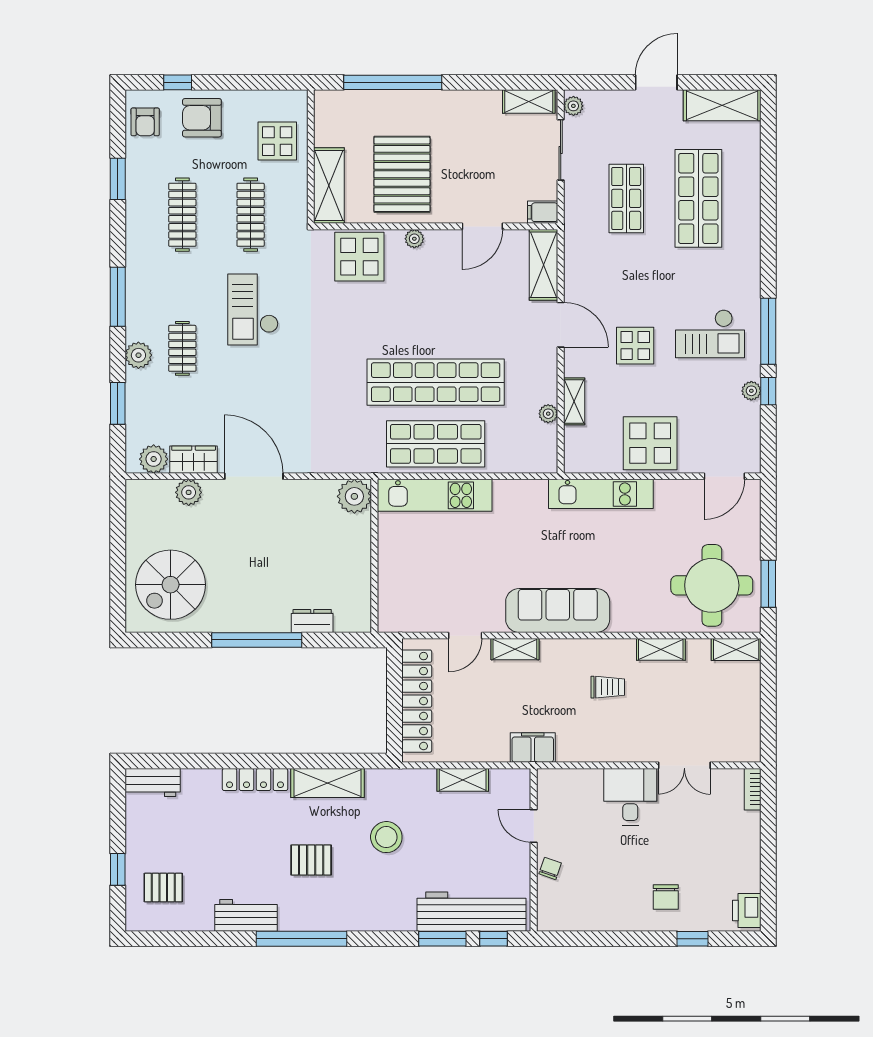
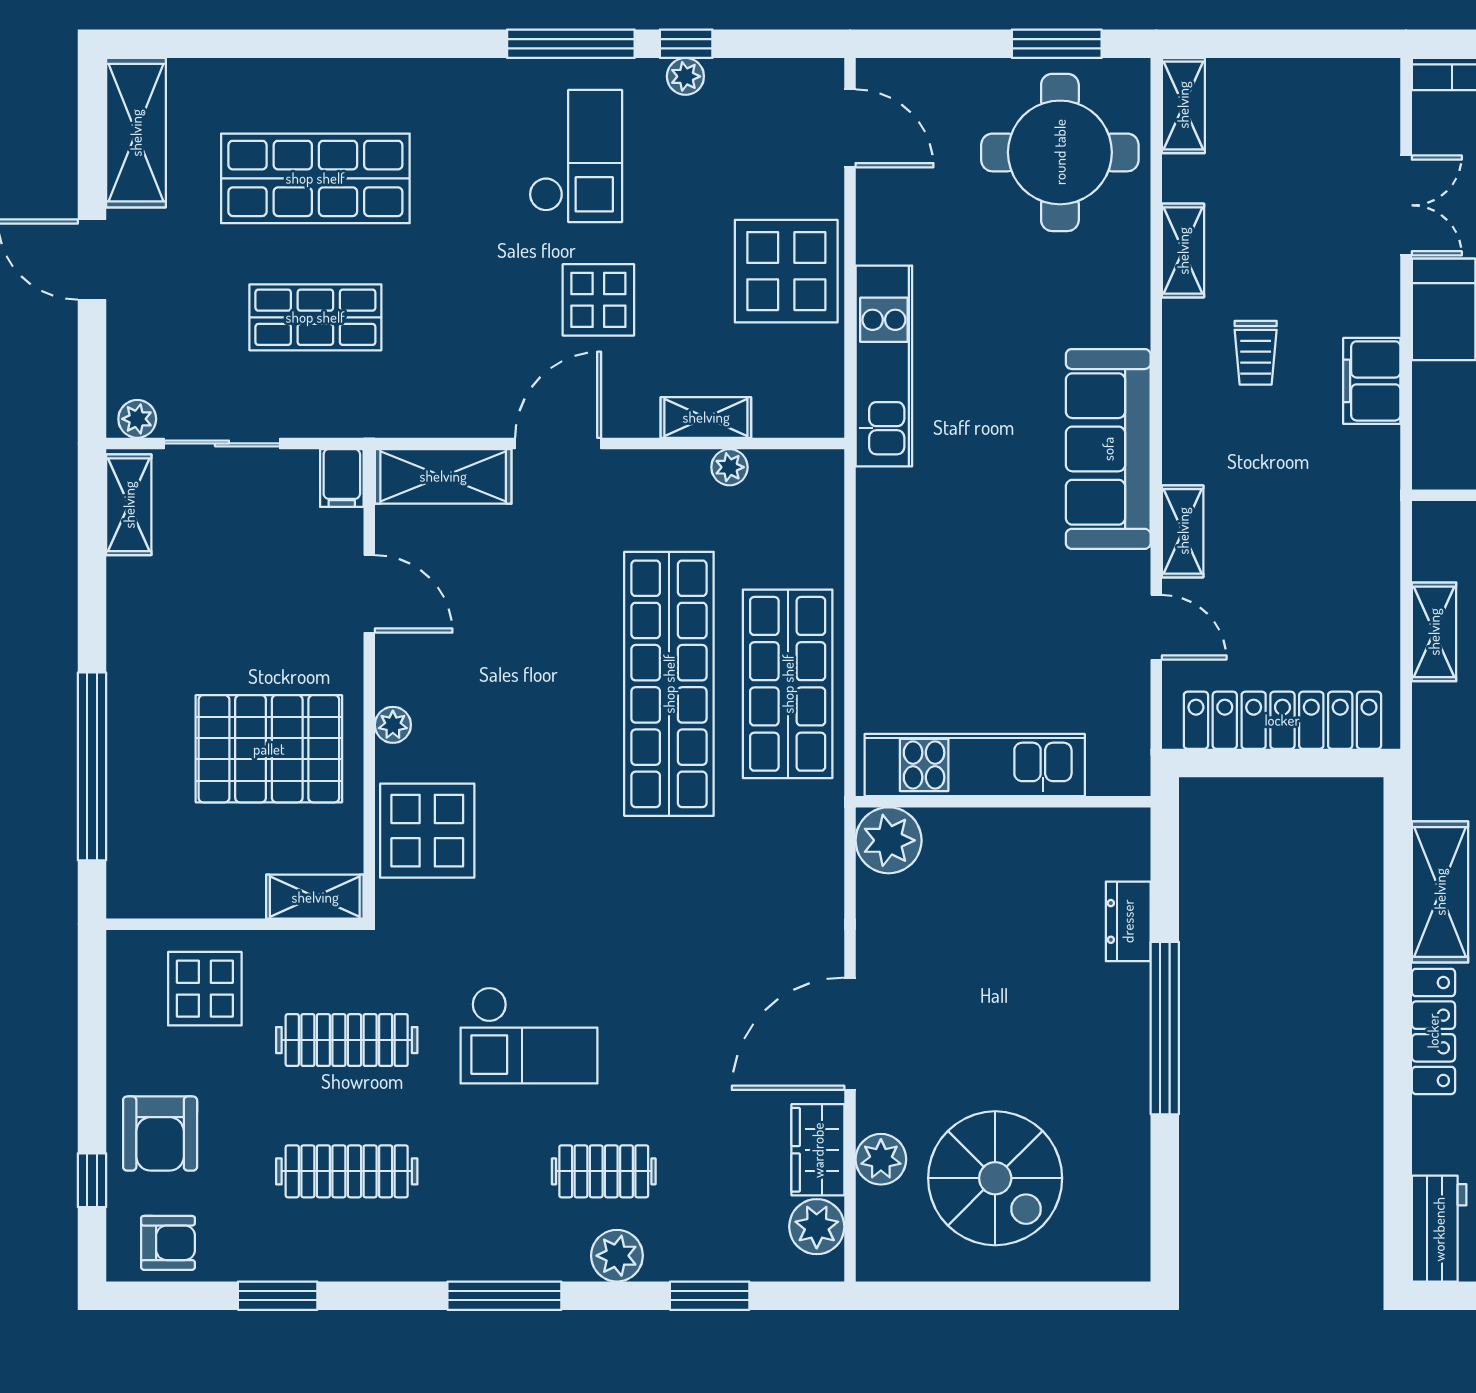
shelving: (329, 185) -> (315, 897), width x0.67, depth x0.75
kitchen unit: (435, 495) -> (975, 765), moved, turned -90
spiral stairs: (171, 585) -> (995, 1178), moved
trolley: (608, 687) -> (1256, 353), turned 180
filing cabinet: (533, 747) -> (1372, 381), moved

